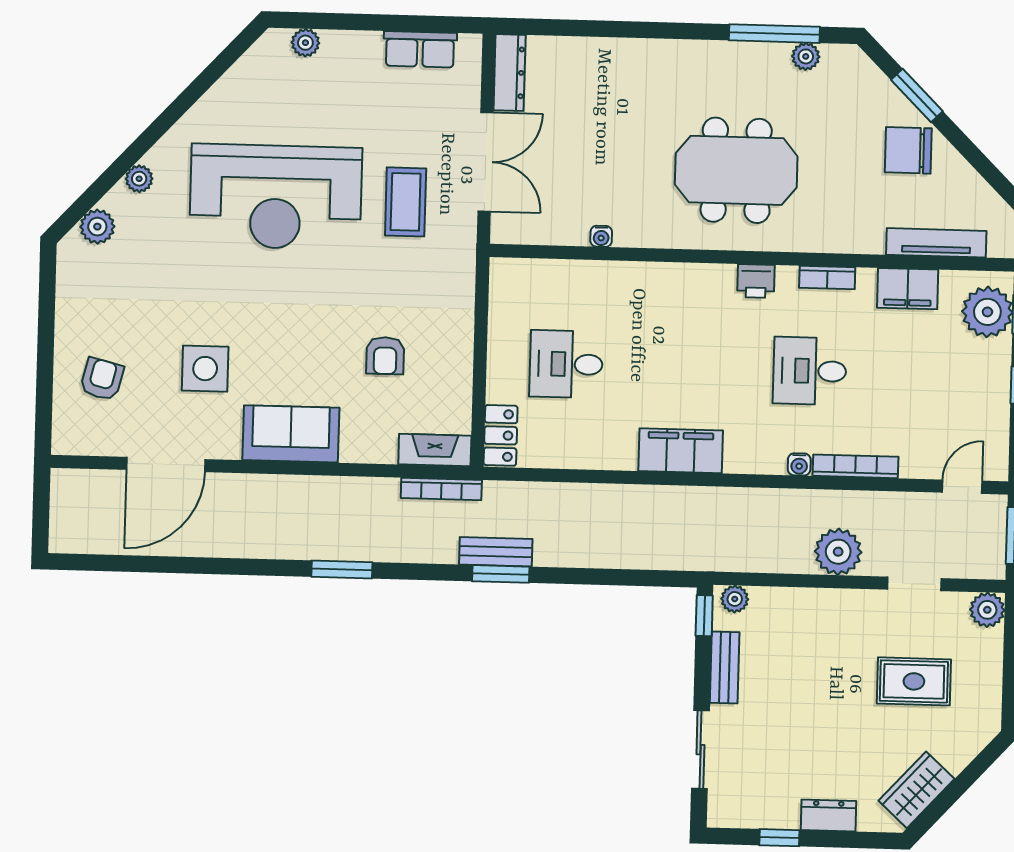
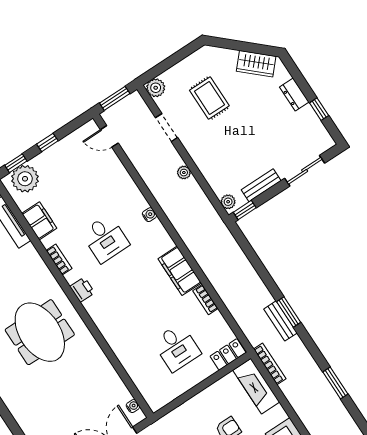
water cooler: (601, 236) -> (133, 406), moved
fireplace: (435, 450) -> (256, 386), width x1.37, depth x1.32
bookcase: (855, 466) -> (205, 300), moved, width x0.64
plant: (838, 552) -> (184, 173), width x0.53, depth x0.53

